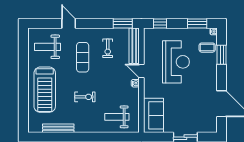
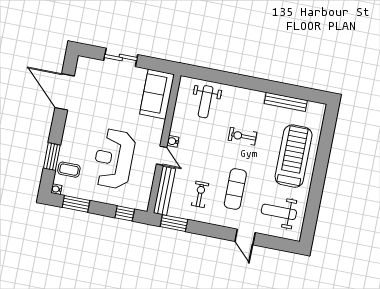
weight bench: (47, 47) -> (279, 212), turned 180
weight bench: (117, 117) -> (206, 102), turned 90

